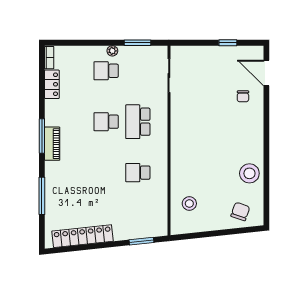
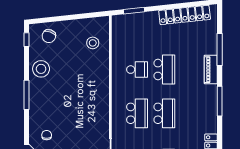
school desk: (106, 122) -> (164, 113), width x1.85
window: (266, 143) -> (26, 95), added
piano: (52, 144) -> (211, 70), moved
school desk: (106, 173) -> (164, 70), added
window: (266, 207) -> (26, 40), added

